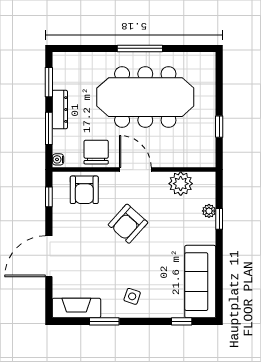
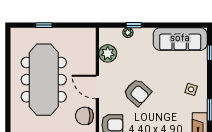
window: (140, 48) -> (8, 84), removed
window: (219, 127) -> (44, 25), moved
door: (135, 170) -> (97, 87), hinge flipped

